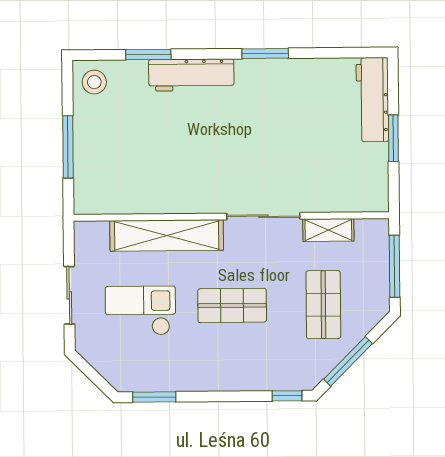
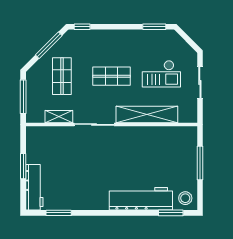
window: (265, 53) -> (59, 213), moved
window: (148, 54) -> (171, 213), moved
workbench: (191, 75) -> (141, 199), width x1.36, depth x1.32

